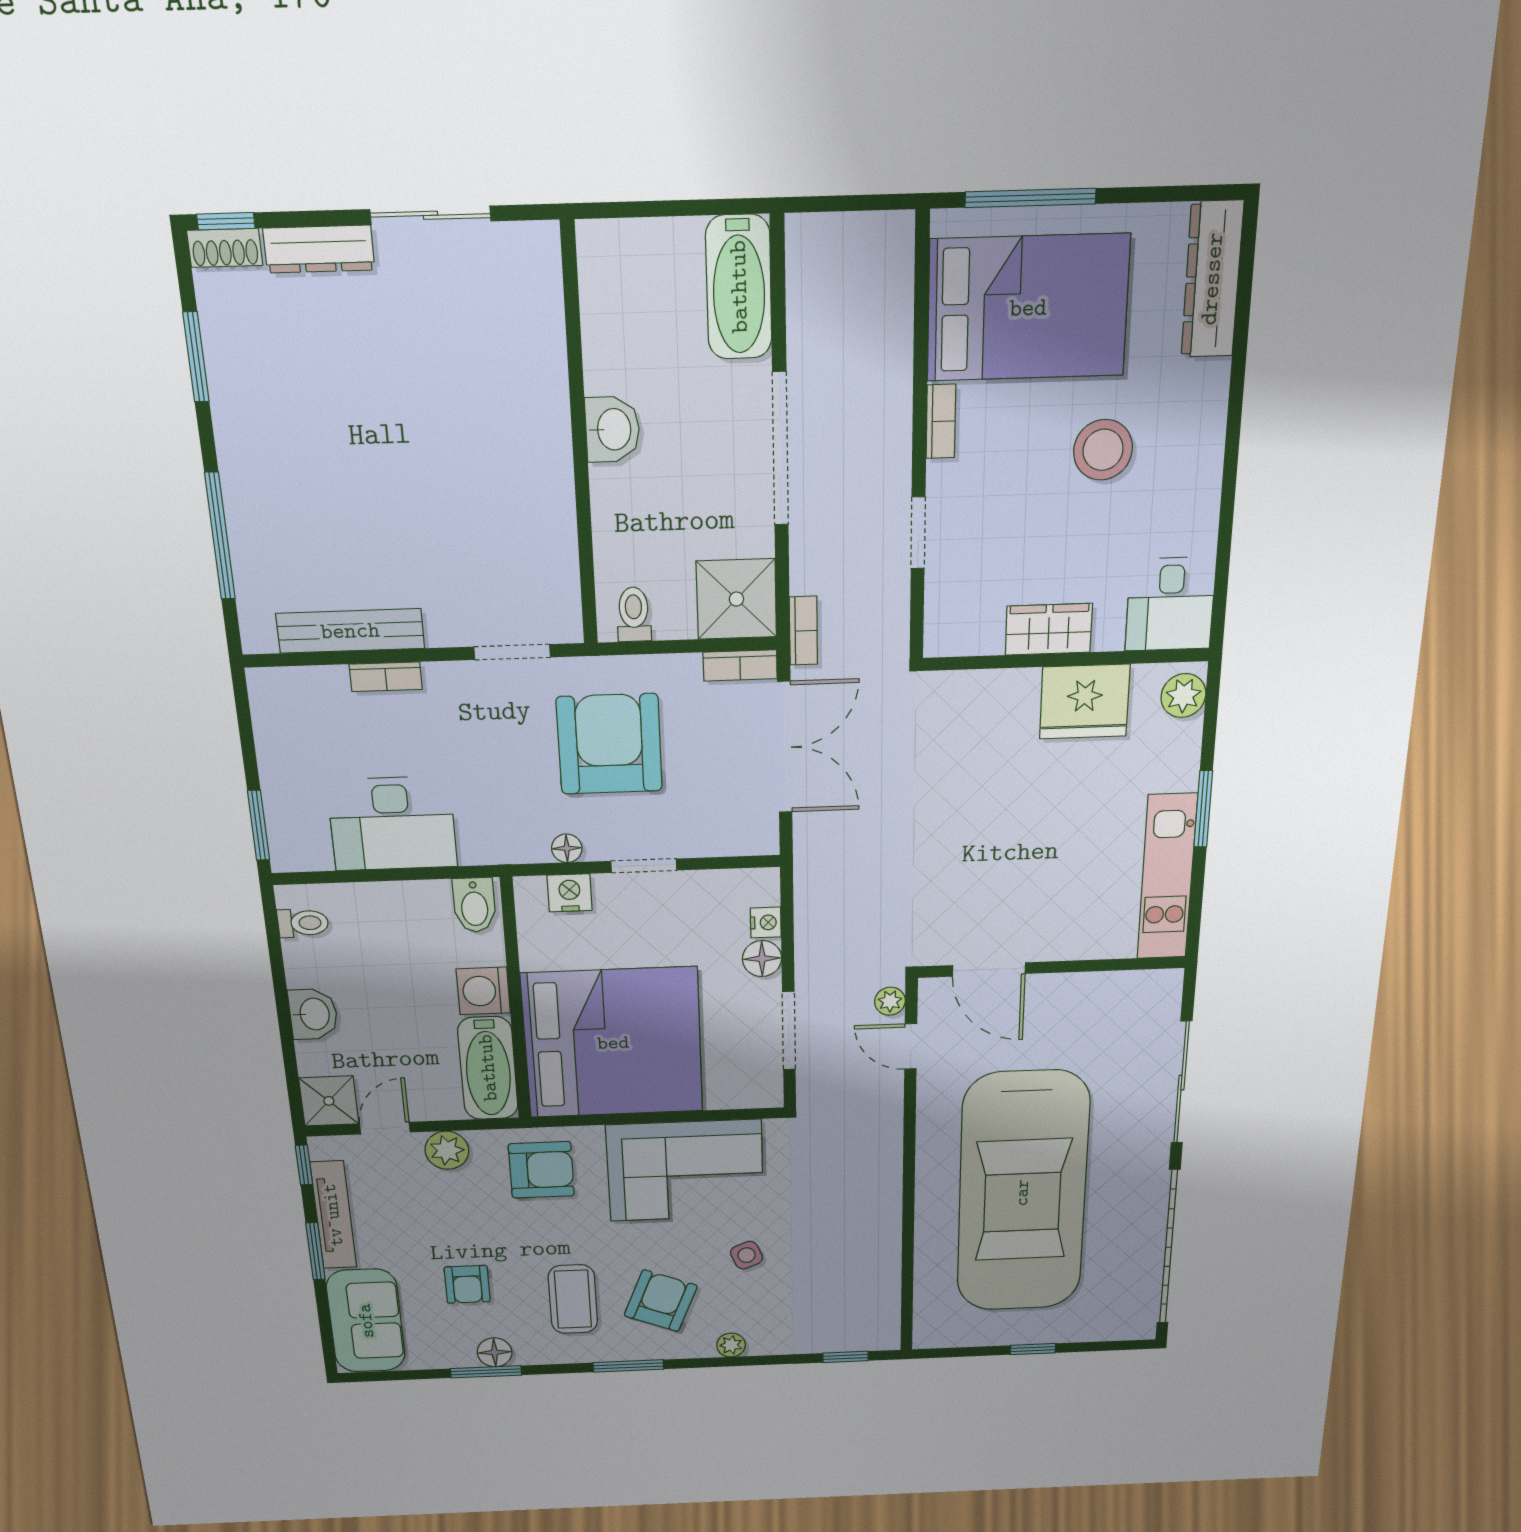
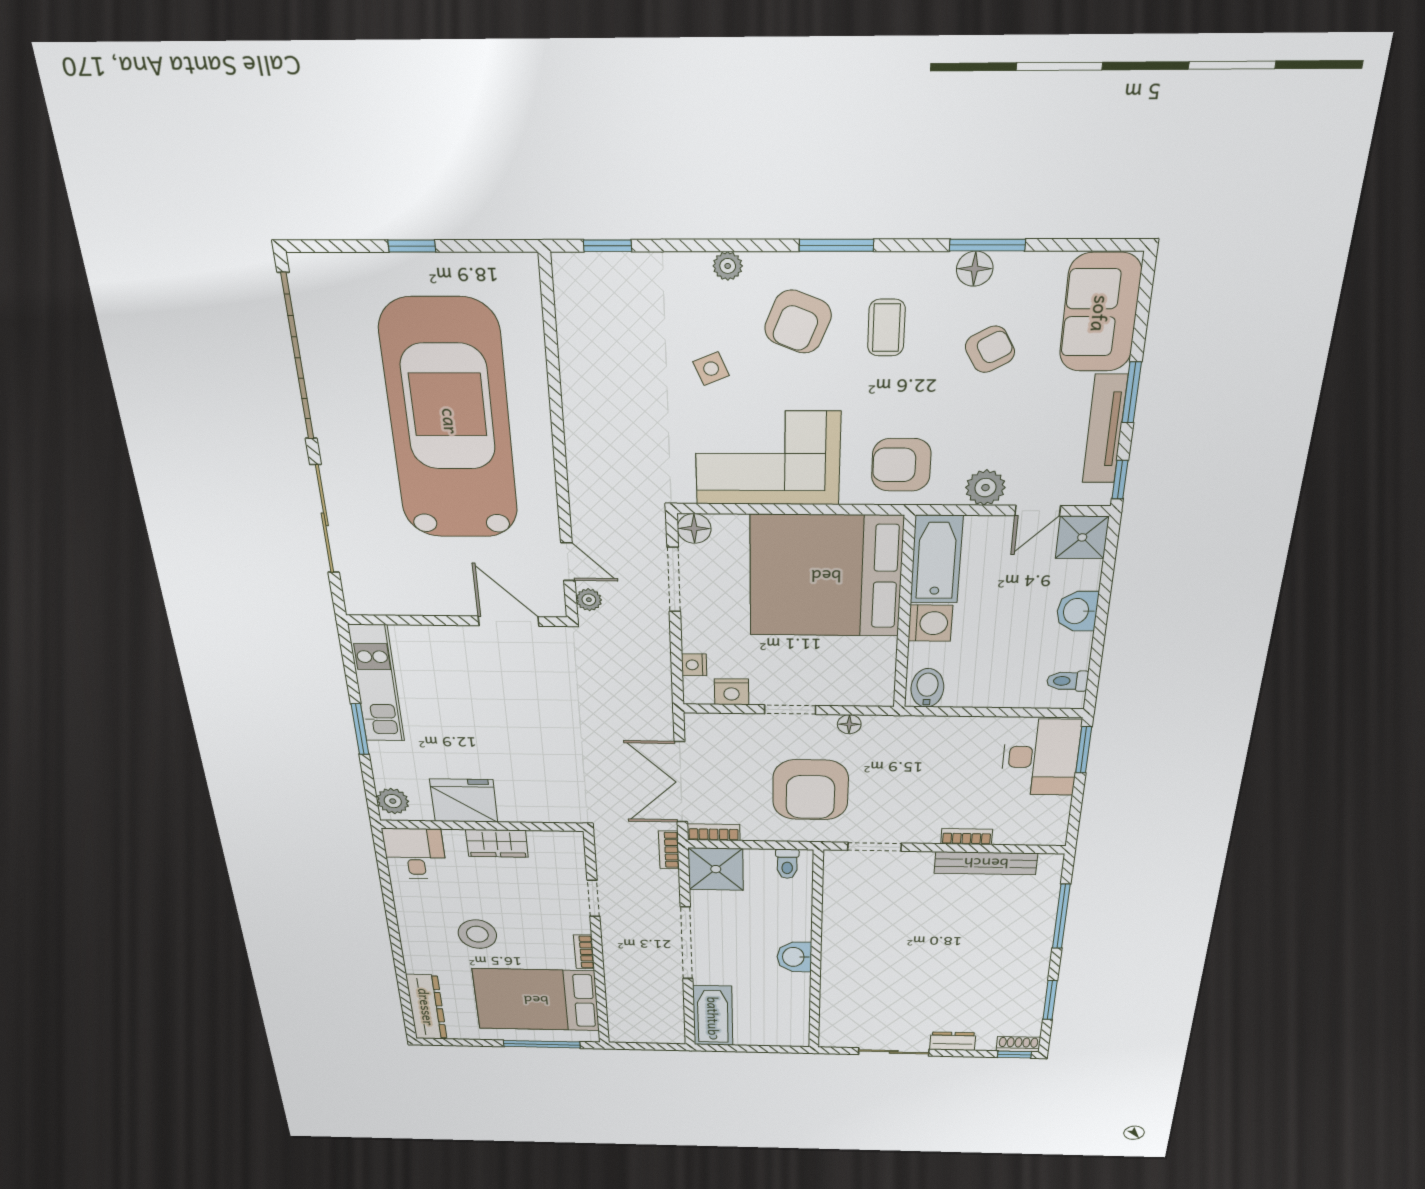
dresser: (319, 249) -> (953, 1041), width x0.70
desk: (392, 824) -> (1040, 757), moved, turned 90
nightstand: (570, 893) -> (732, 692), moved
floor lamp: (762, 959) -> (694, 528), moved
armchair: (467, 1284) -> (990, 349), turned 61
coffee table: (573, 1299) -> (886, 328), width x0.73, depth x0.77

